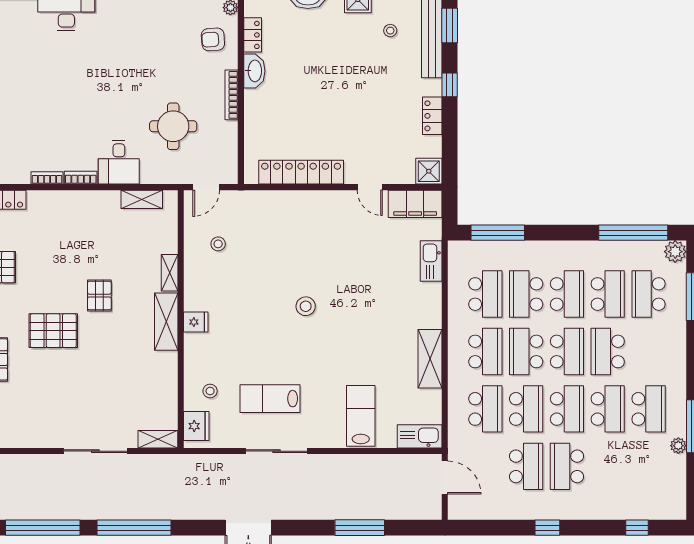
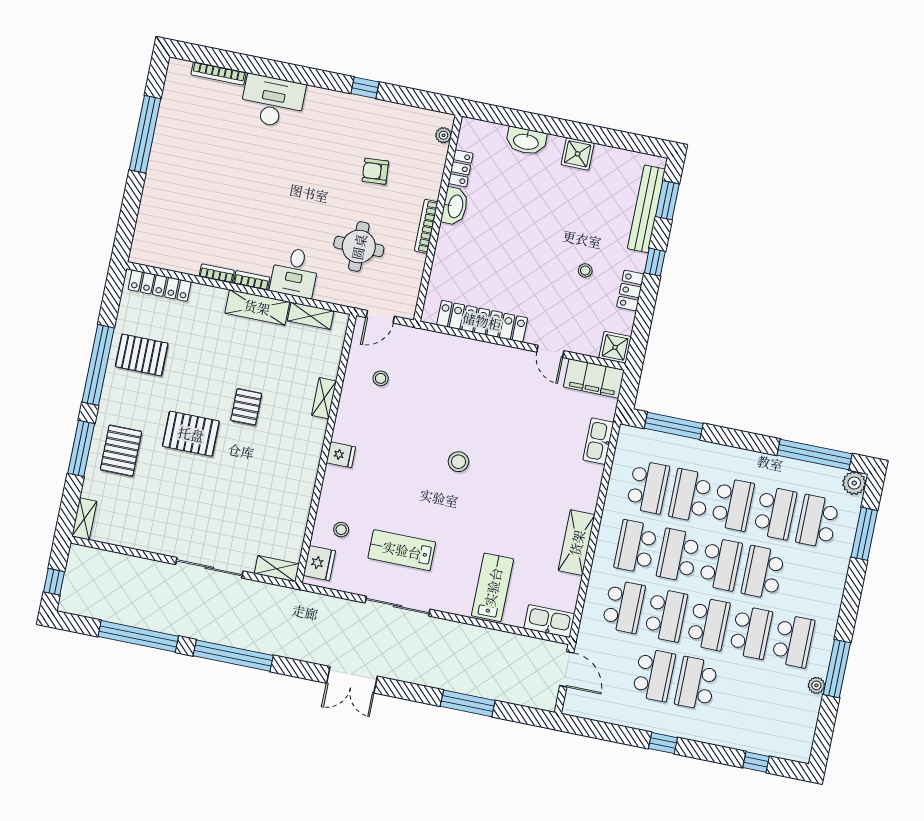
stool: (390, 31) -> (585, 270), moved
armchair: (213, 39) -> (375, 171), moved
shelving: (166, 322) -> (257, 307), moved, turned 90
school desk: (485, 351) -> (636, 547), turned 180

